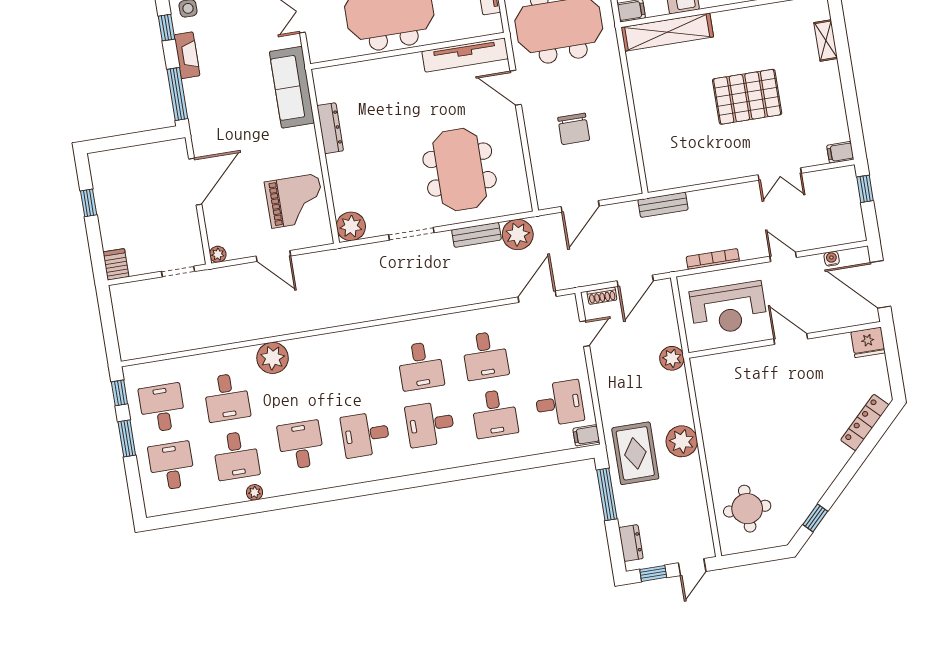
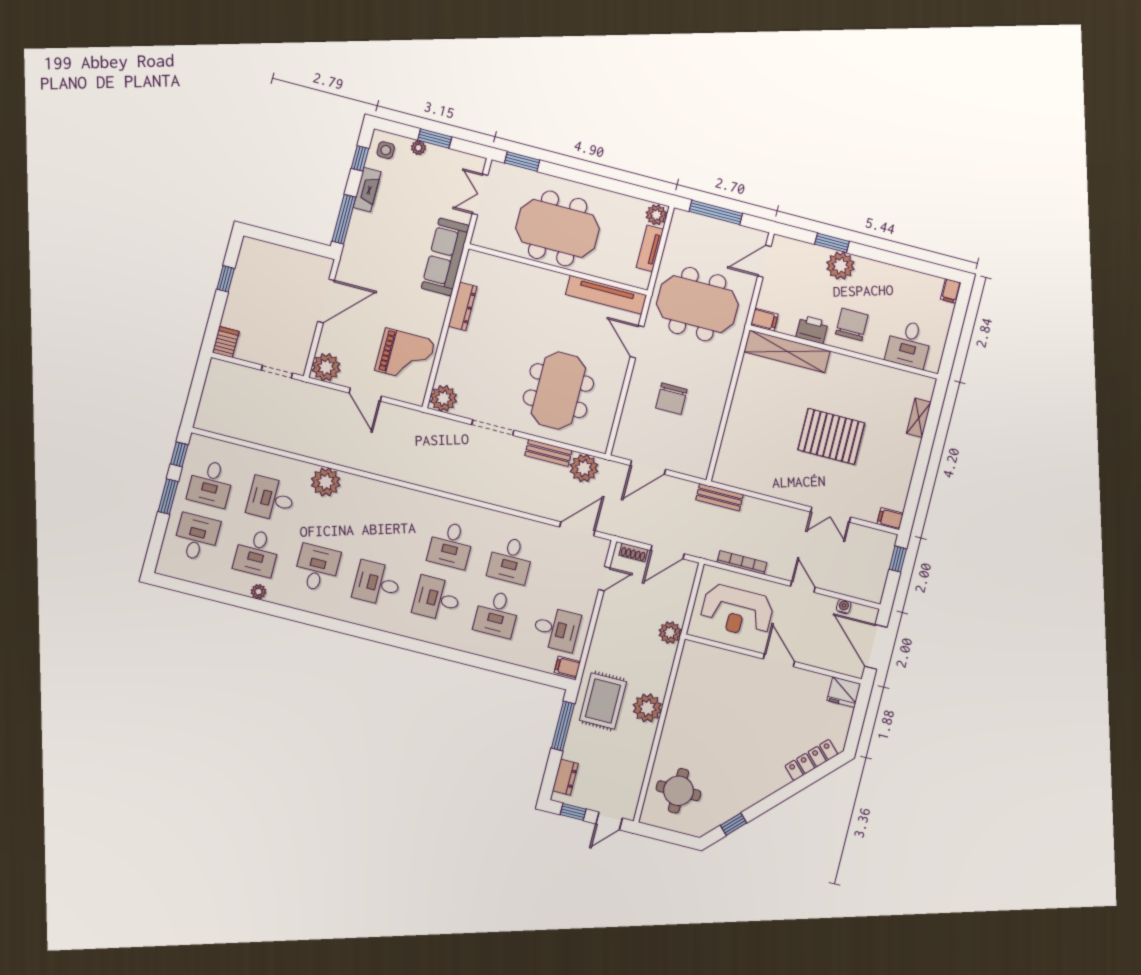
plant: (218, 254) -> (326, 367), width x1.87, depth x1.87
desk: (227, 397) -> (271, 499), turned 90
desk: (162, 408) -> (211, 483), turned 180

